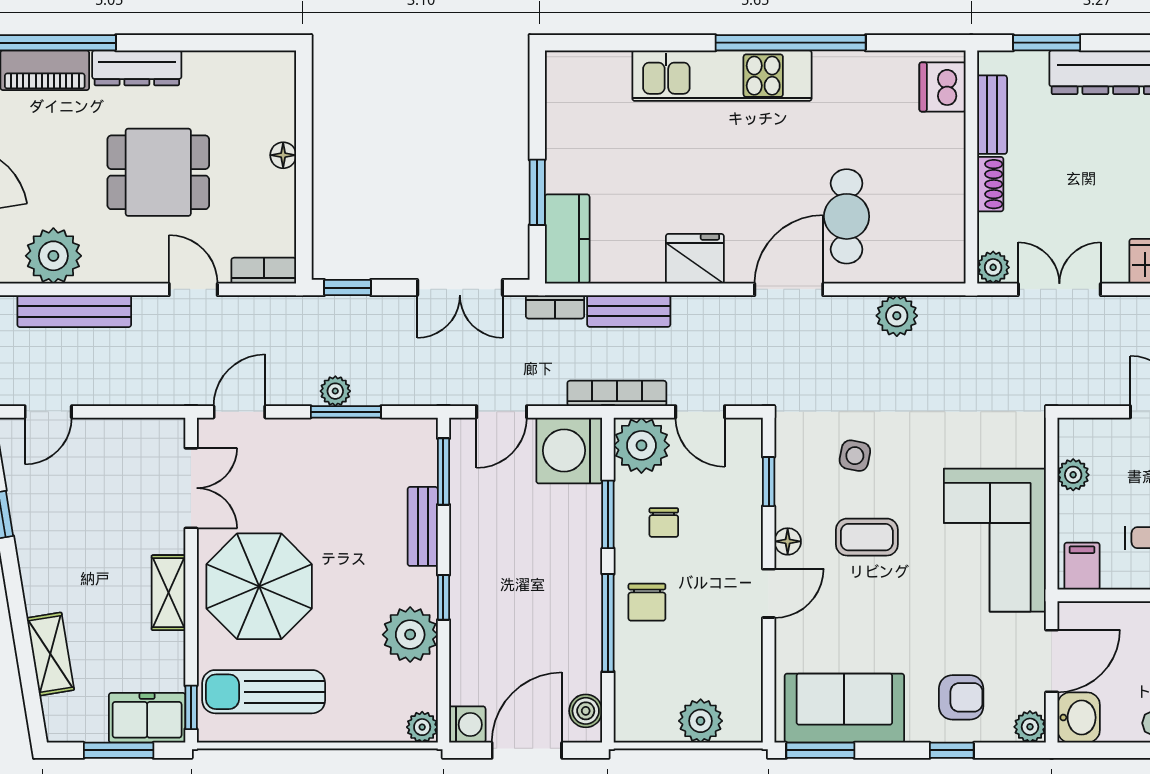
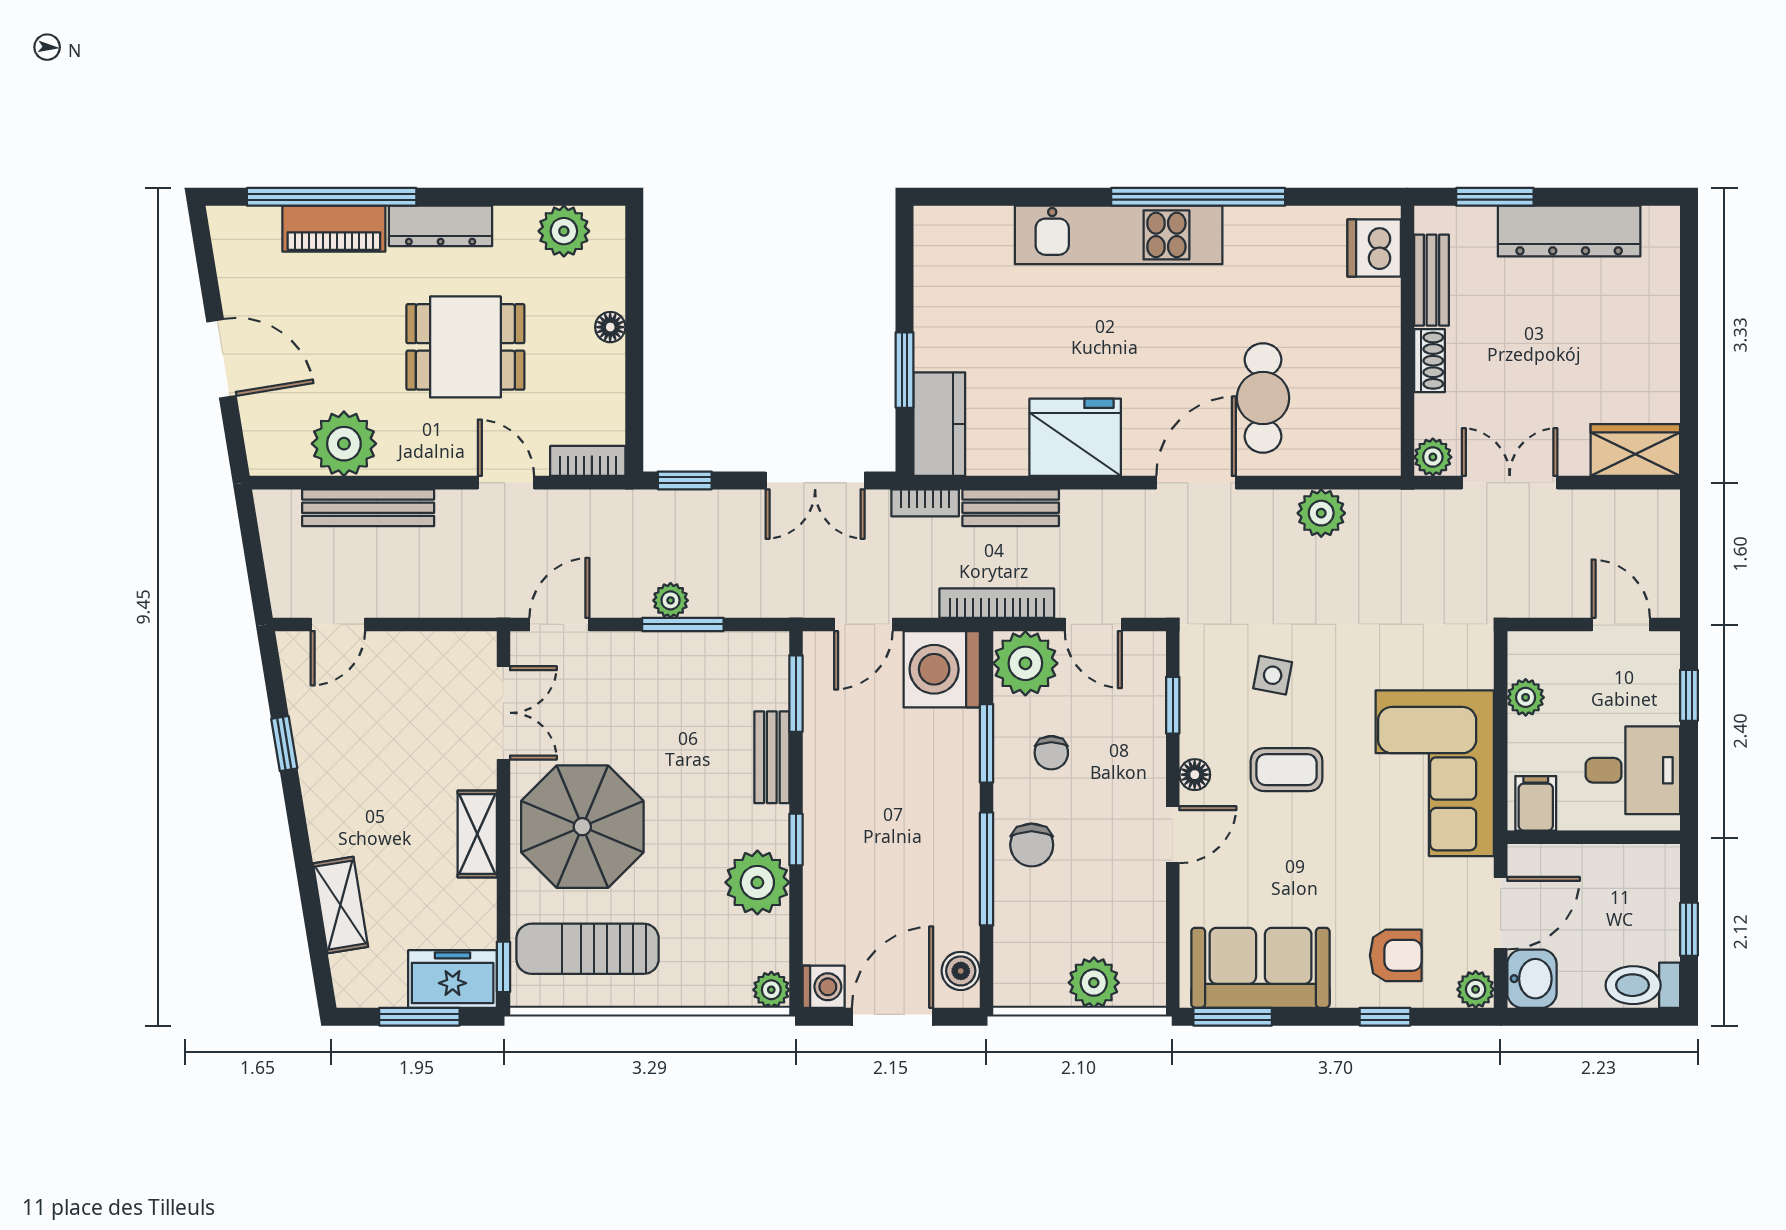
plant: (243, 72) -> (564, 231), added
fridge: (695, 259) -> (1075, 437), width x1.36, depth x1.34

